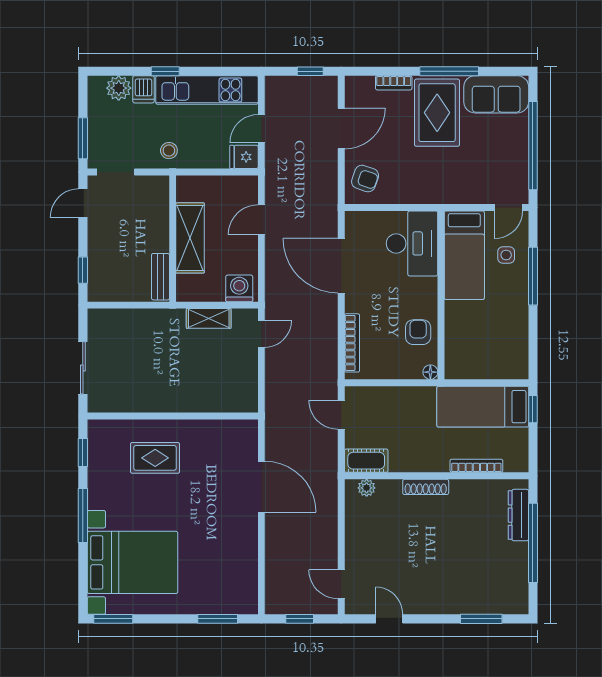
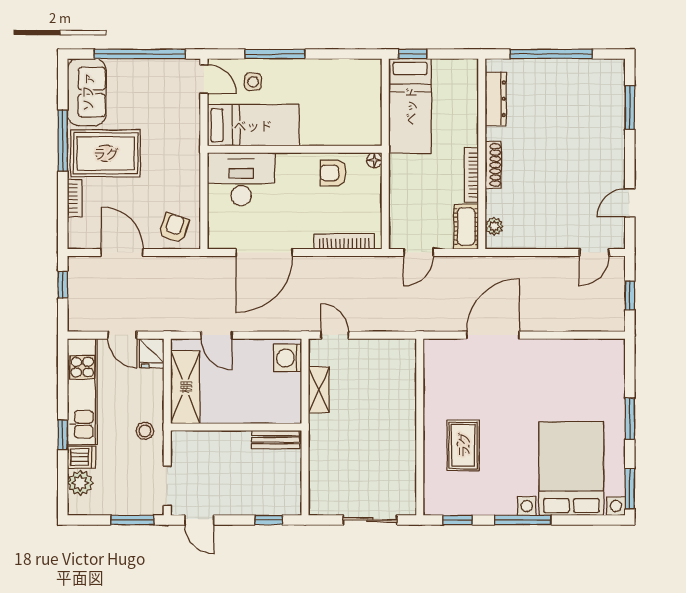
shelving: (190, 238) -> (185, 387), moved, turned 90
bookcase: (476, 466) -> (471, 175), moved
dresser: (518, 515) -> (496, 99), moved, turned -90
window: (218, 619) -> (630, 419), moved

